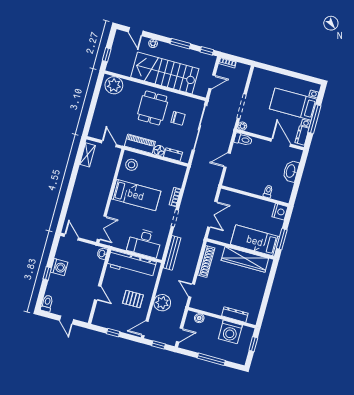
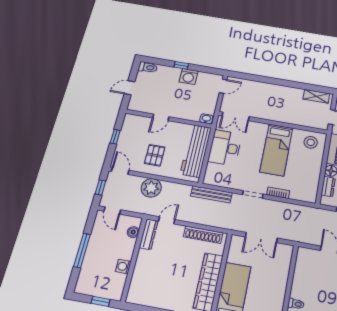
desk: (144, 243) -> (225, 148), moved
dresser: (235, 315) -> (149, 234), moved
washing machine: (230, 332) -> (123, 267), width x0.53, depth x0.53

